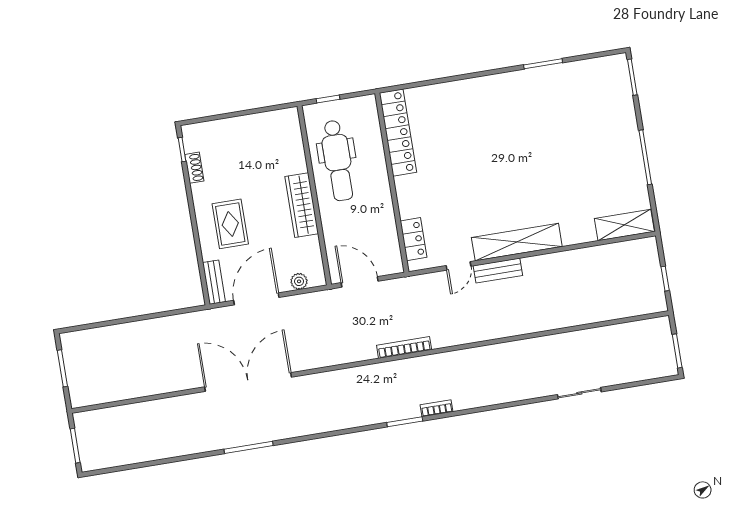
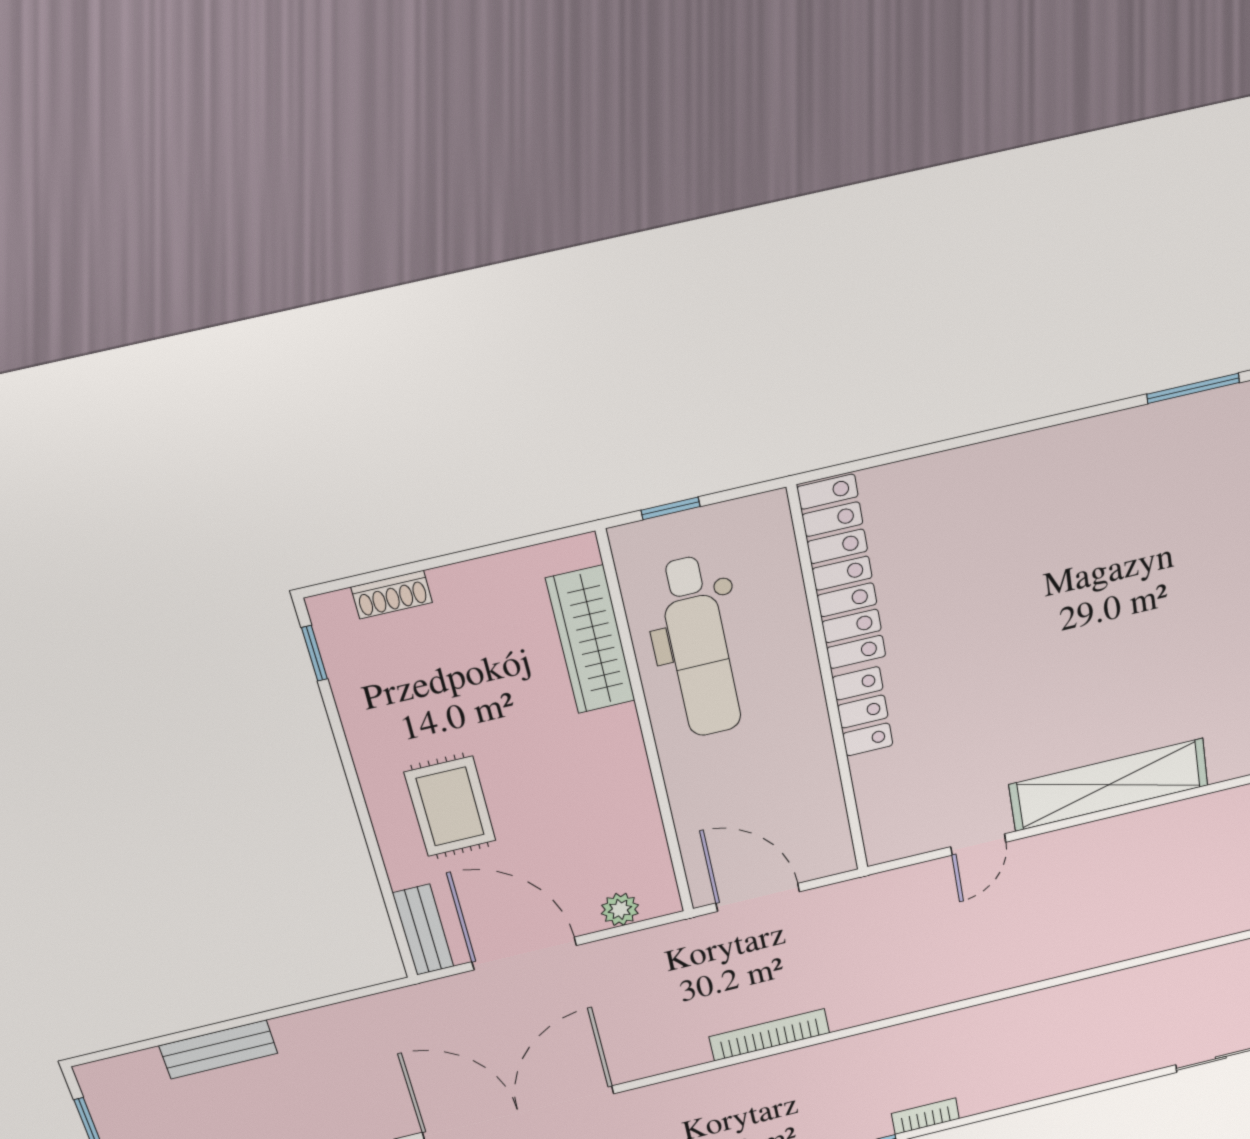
shoe rack: (194, 168) -> (392, 595), moved, turned 90
wardrobe: (302, 205) -> (591, 640), moved
locker: (414, 239) -> (863, 712), moved
bench: (498, 271) -> (218, 1049), moved
door: (256, 299) -> (524, 954), hinge flipped
bookcase: (404, 347) -> (769, 1035), moved

